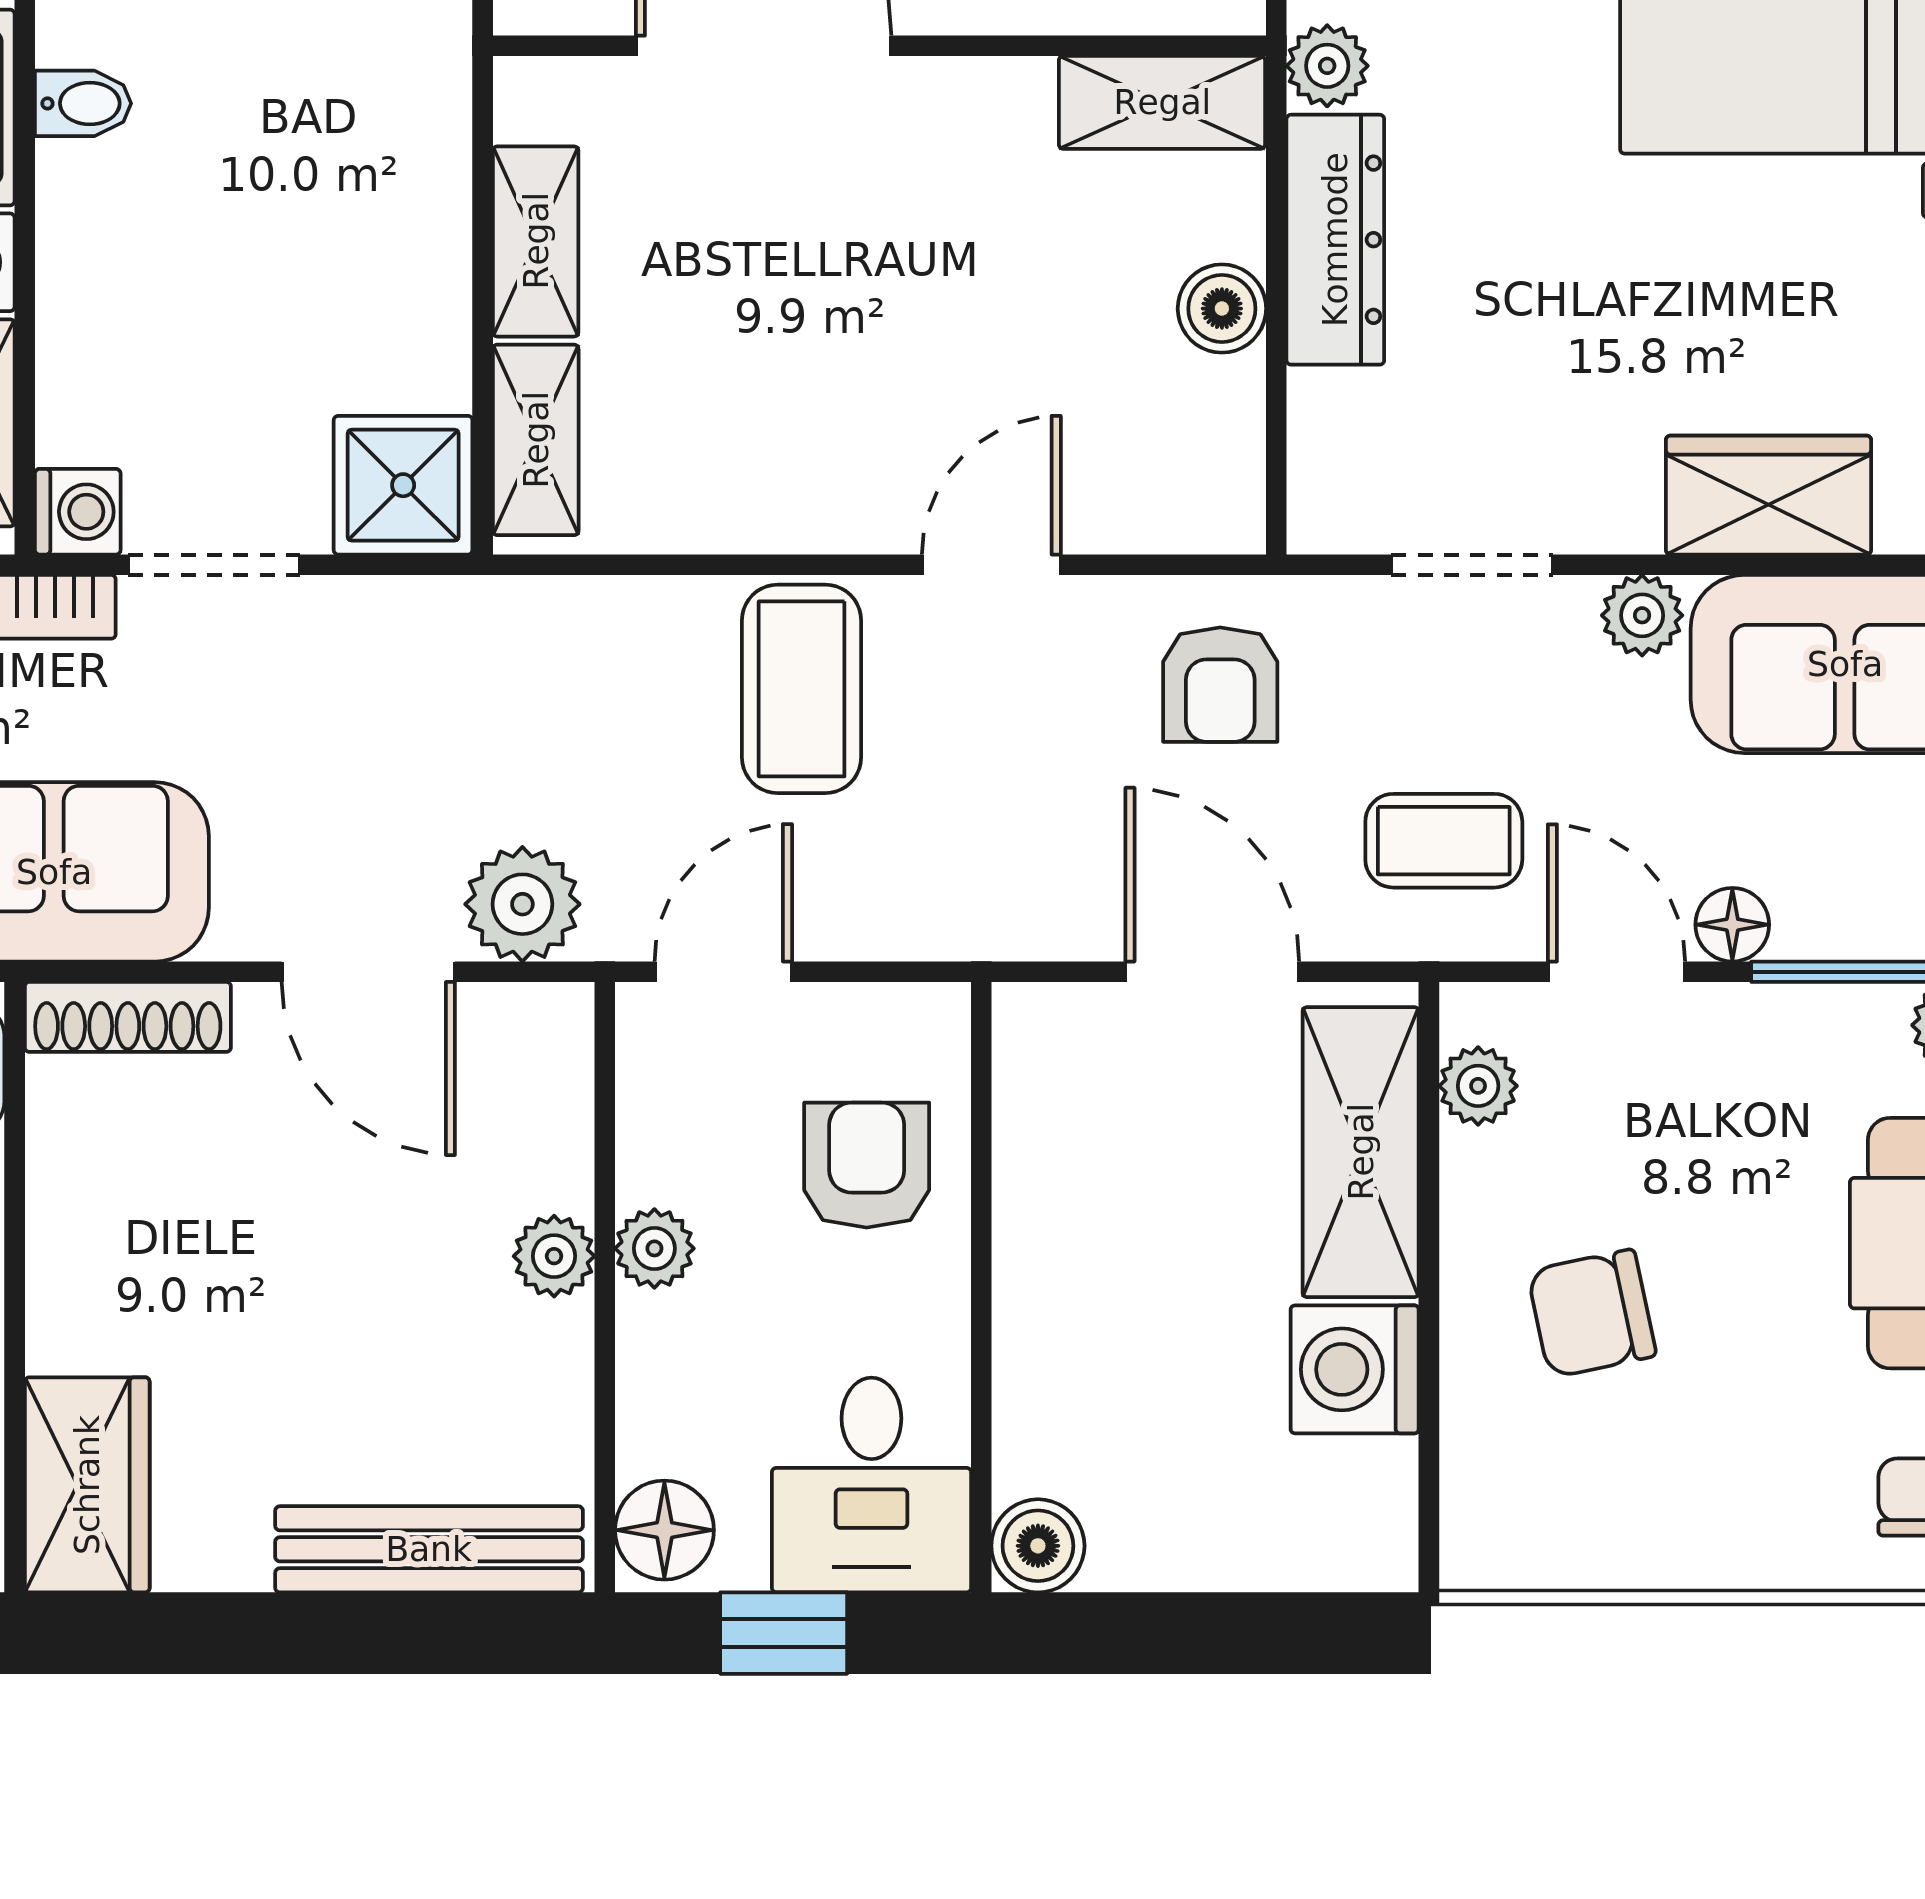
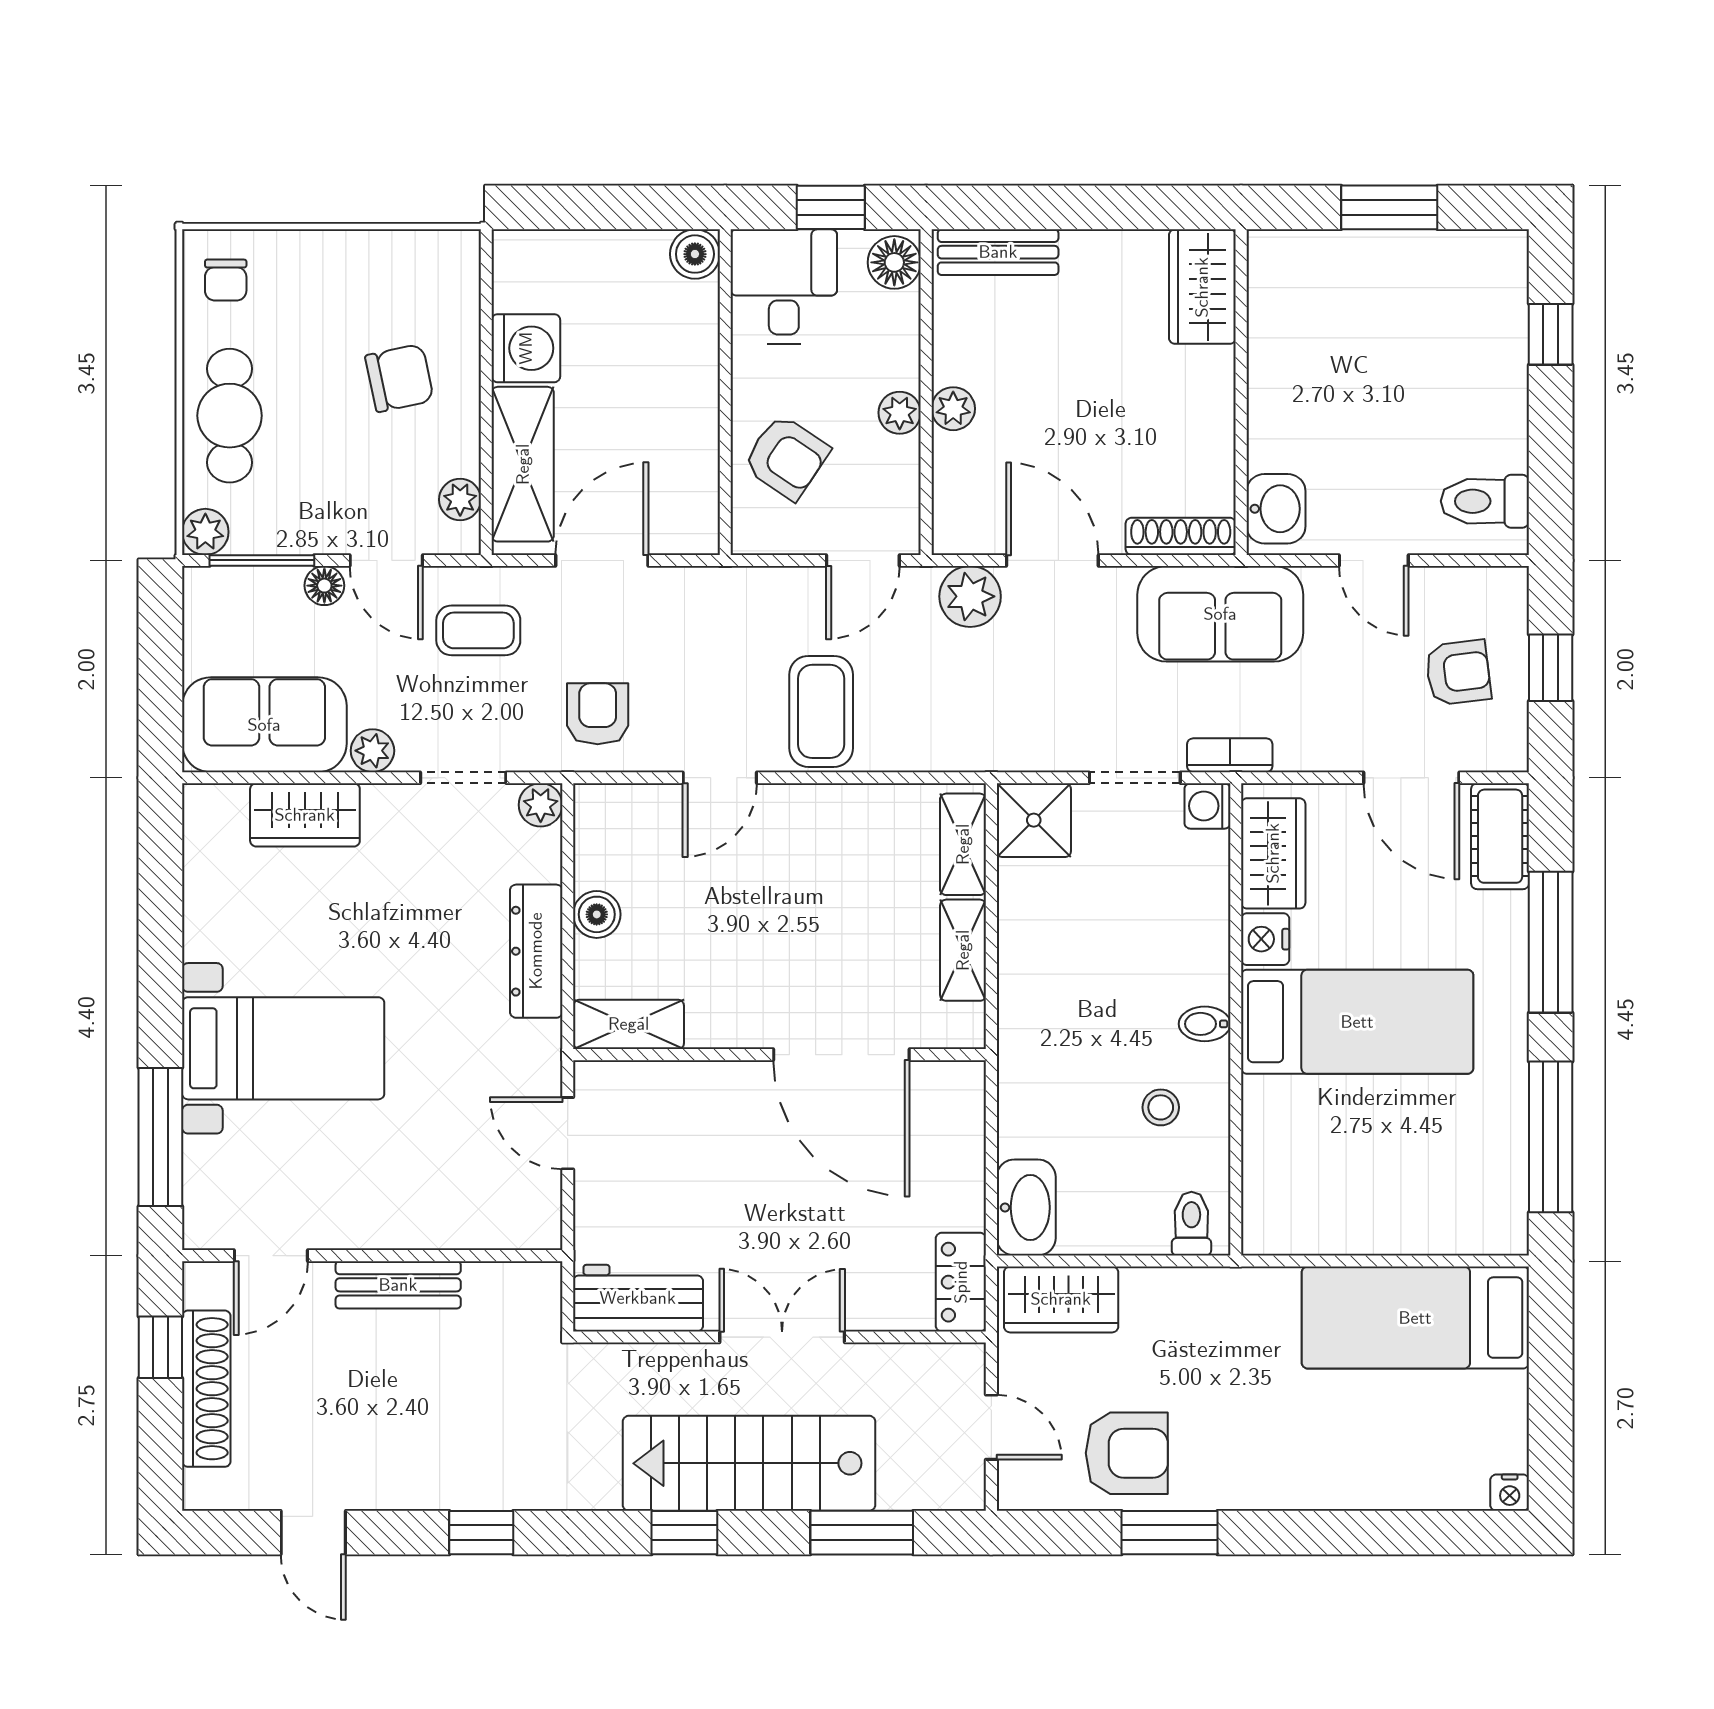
plant: (1327, 66) -> (541, 805), moved
door: (1212, 972) -> (602, 560), swing flipped
armchair: (867, 1165) -> (786, 457), turned -56
bench: (429, 1549) -> (998, 252), width x0.73

